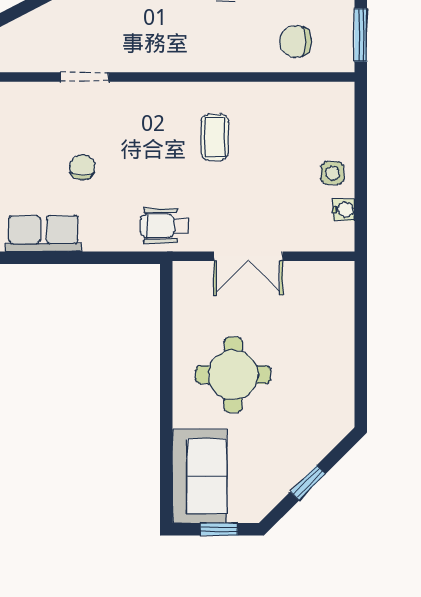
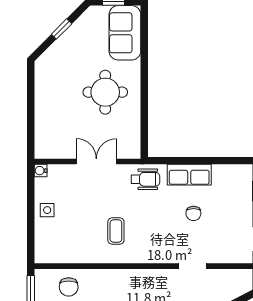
chair: (296, 42) -> (69, 287), turned 90
water cooler: (344, 210) -> (41, 171), moved
row of seats: (43, 234) -> (189, 175), moved

